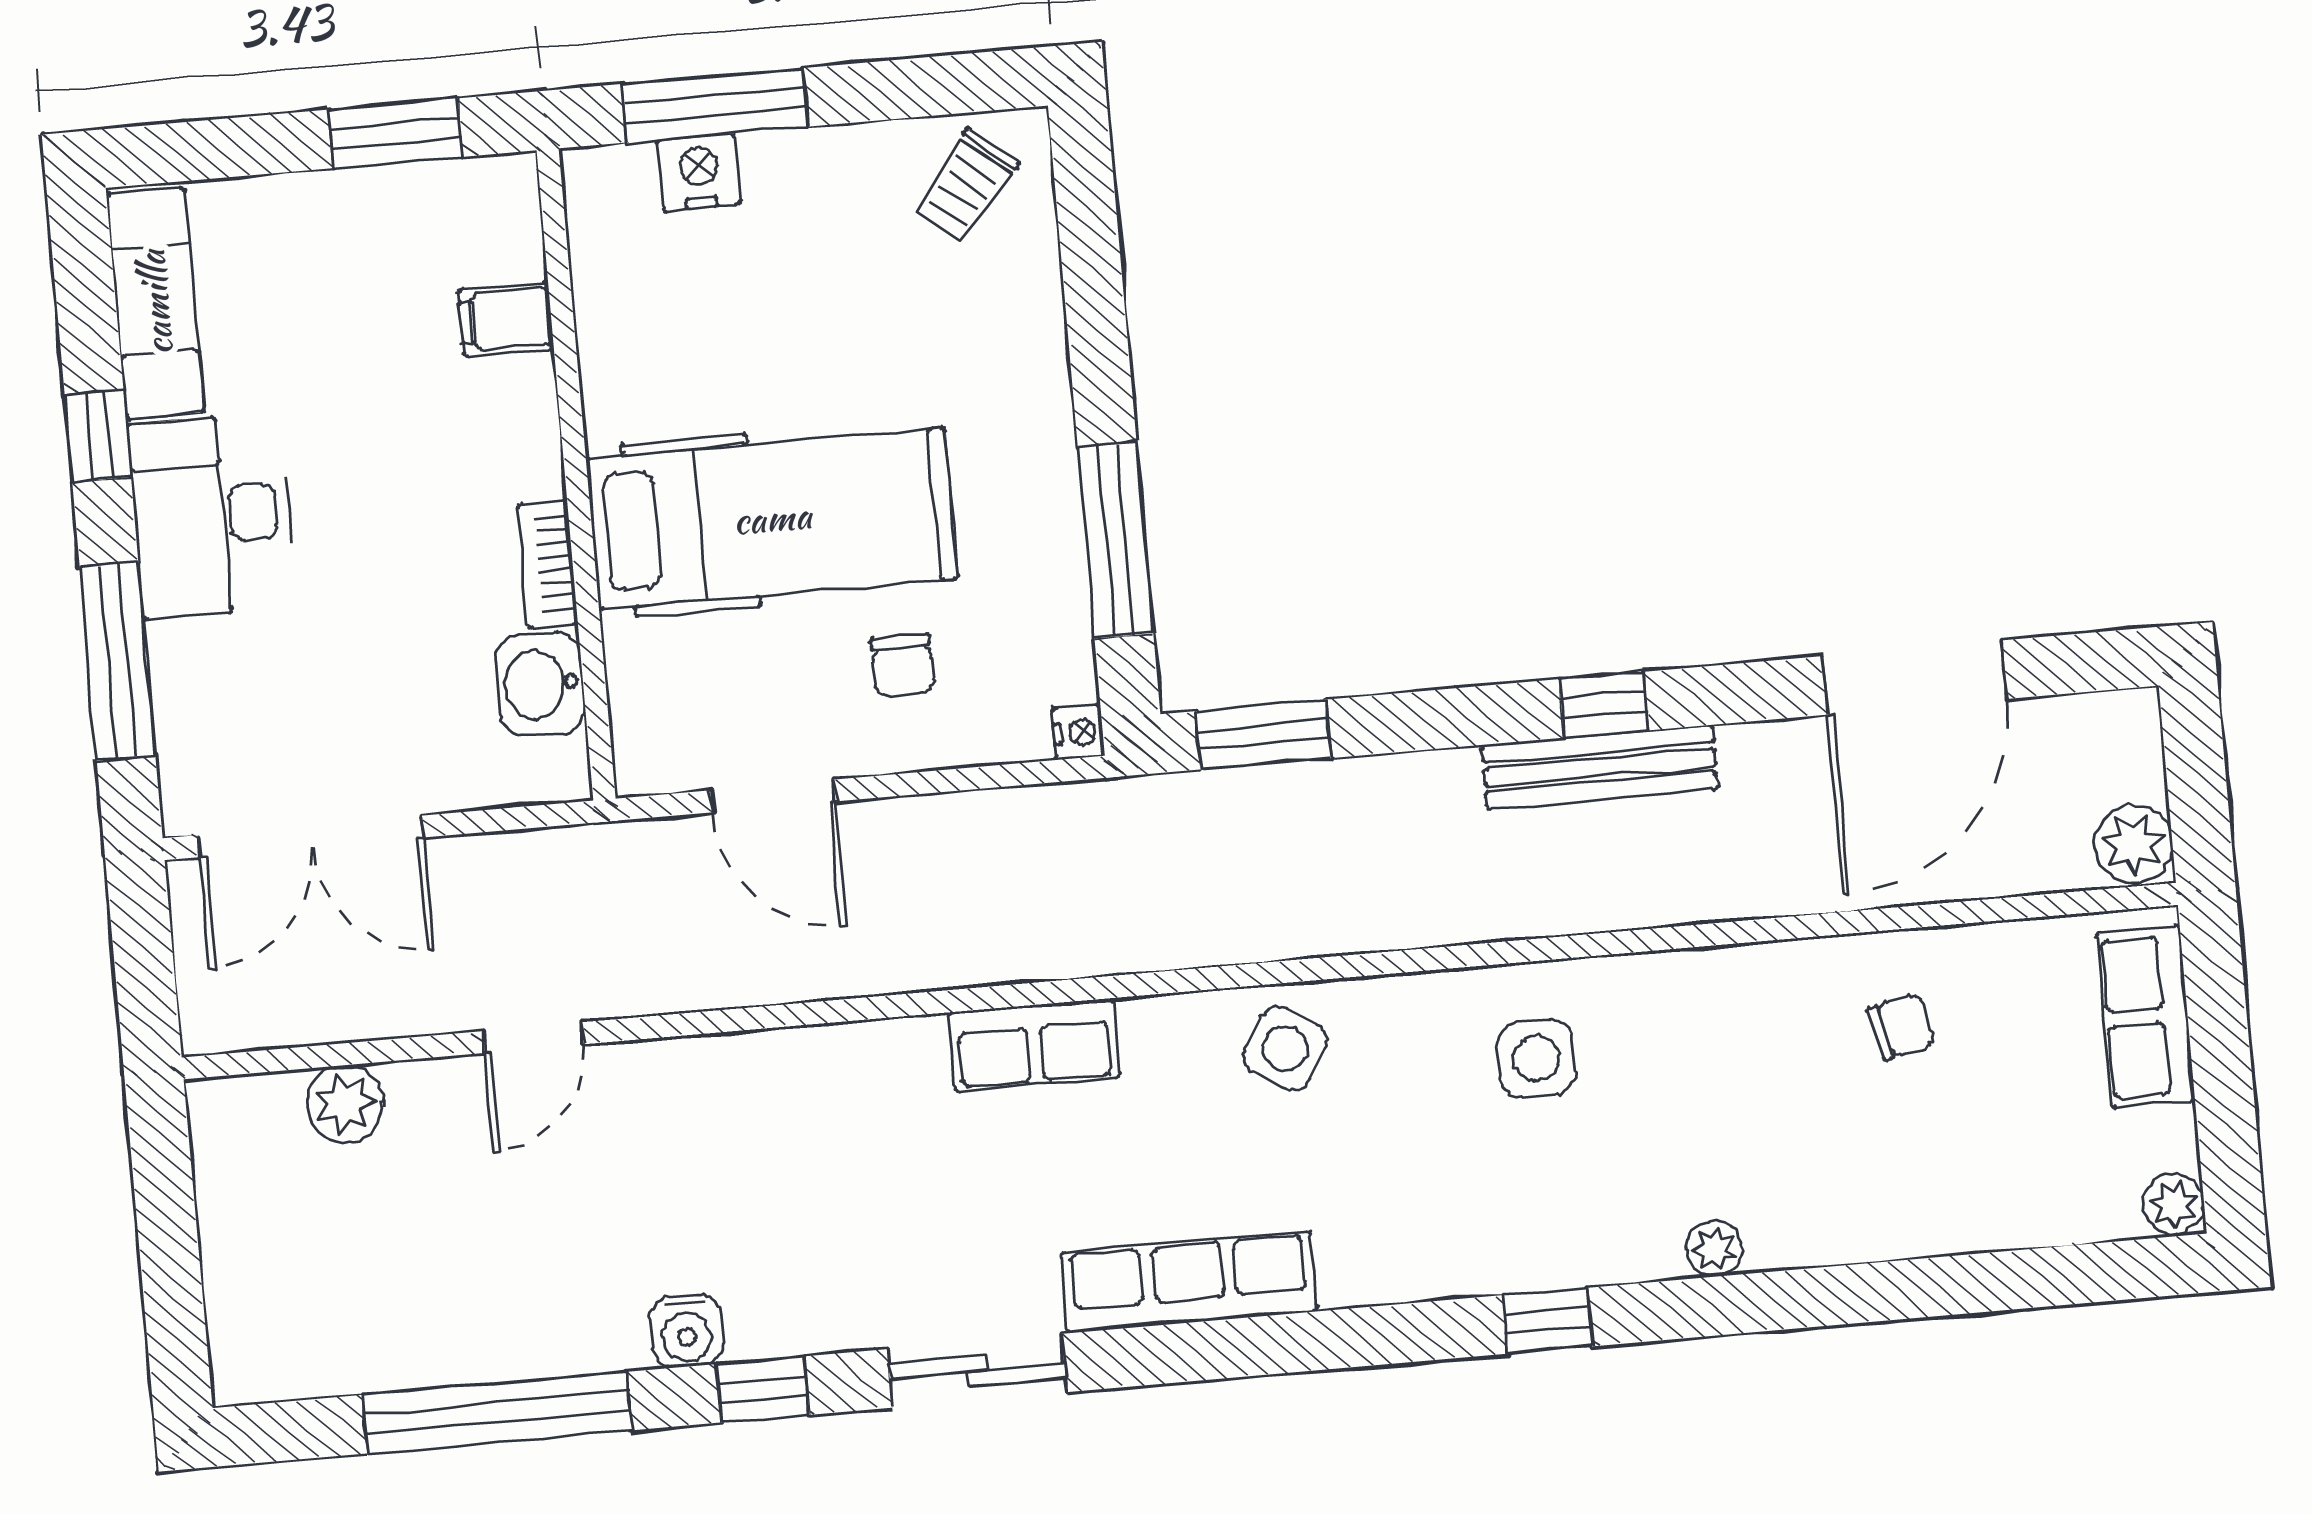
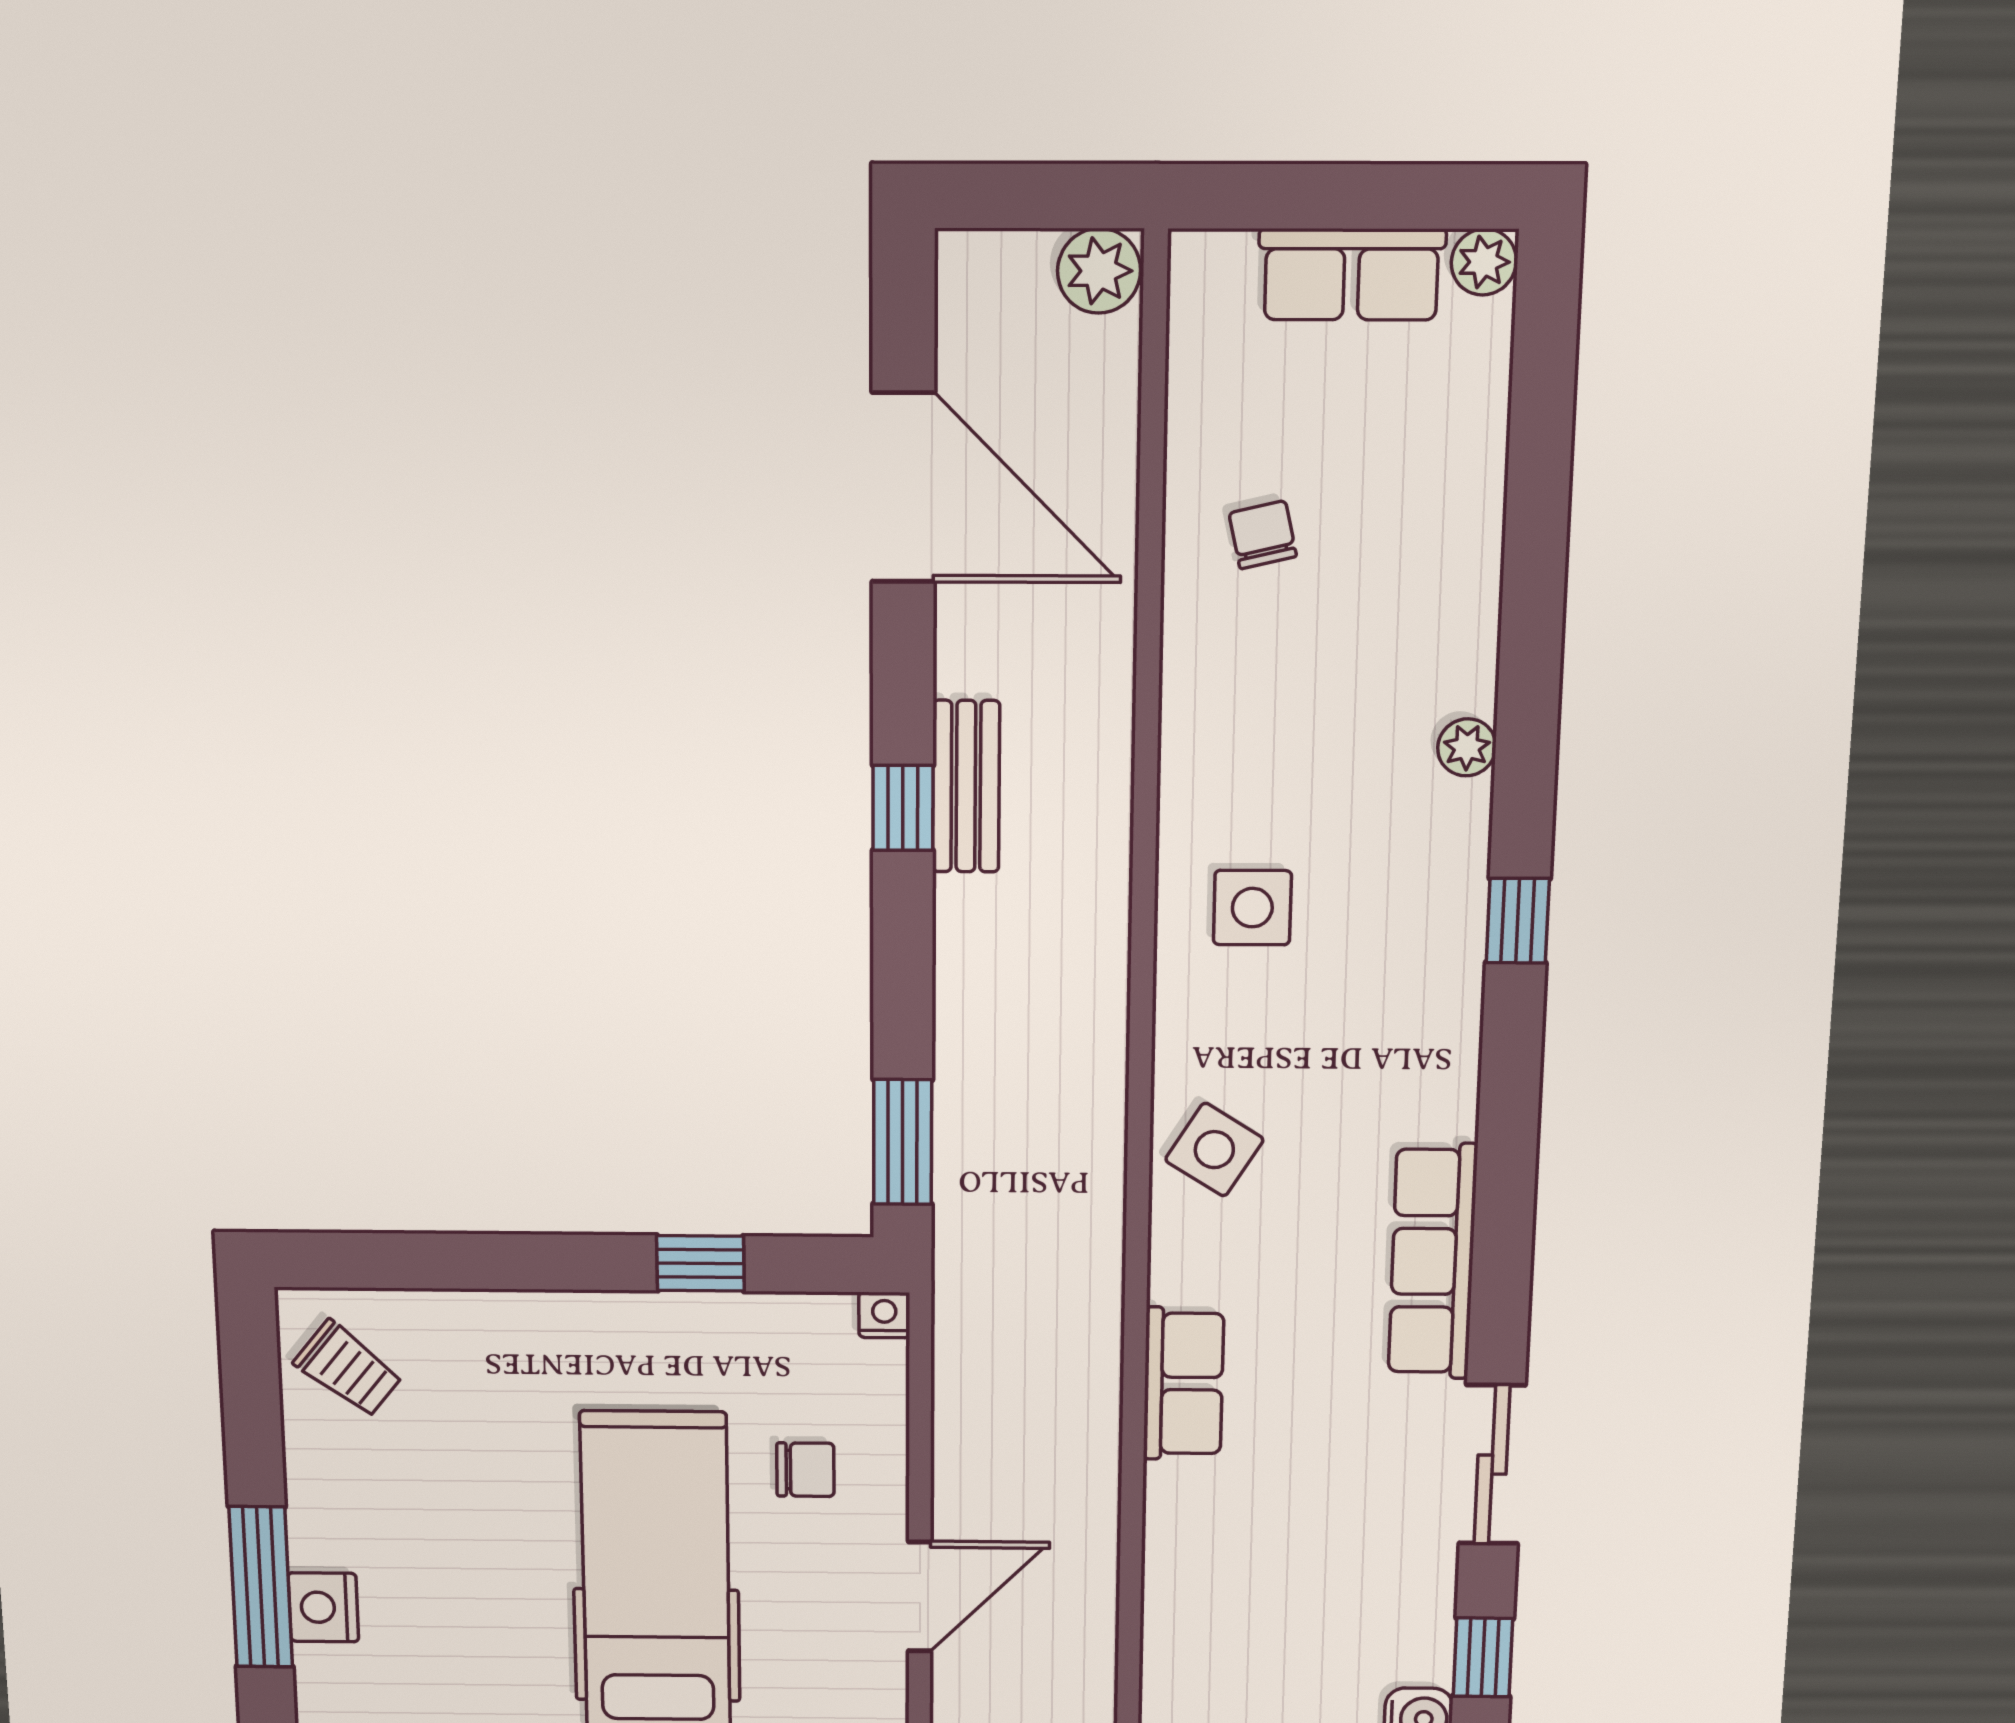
window: (1115, 540) -> (700, 1263), width x0.46
bench: (1600, 767) -> (966, 786), width x0.73
row of seats: (2146, 1016) -> (1351, 274), moved

